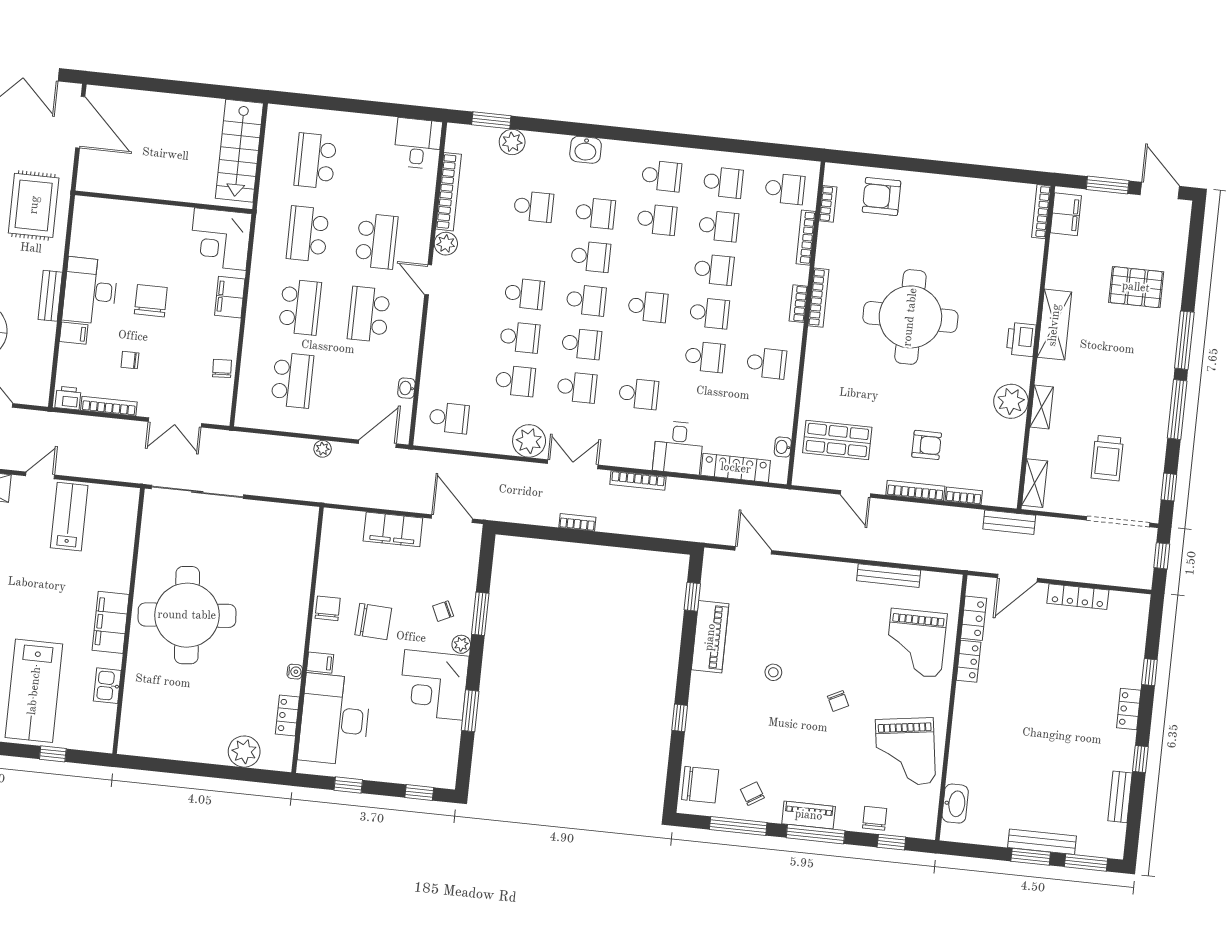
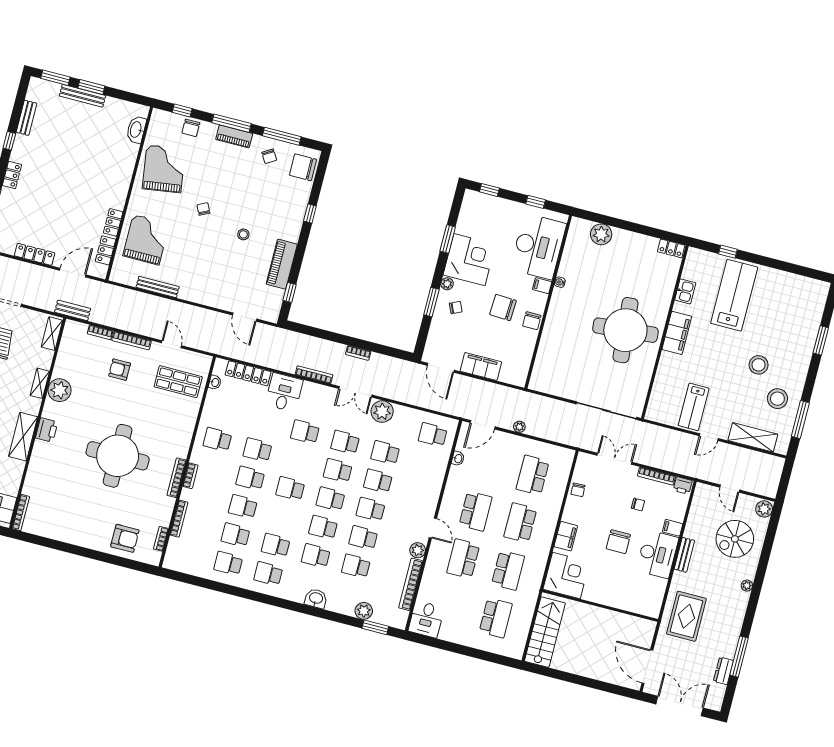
school desk: (785, 189) -> (363, 538), moved
locker: (287, 716) -> (671, 248), moved, turned 90

